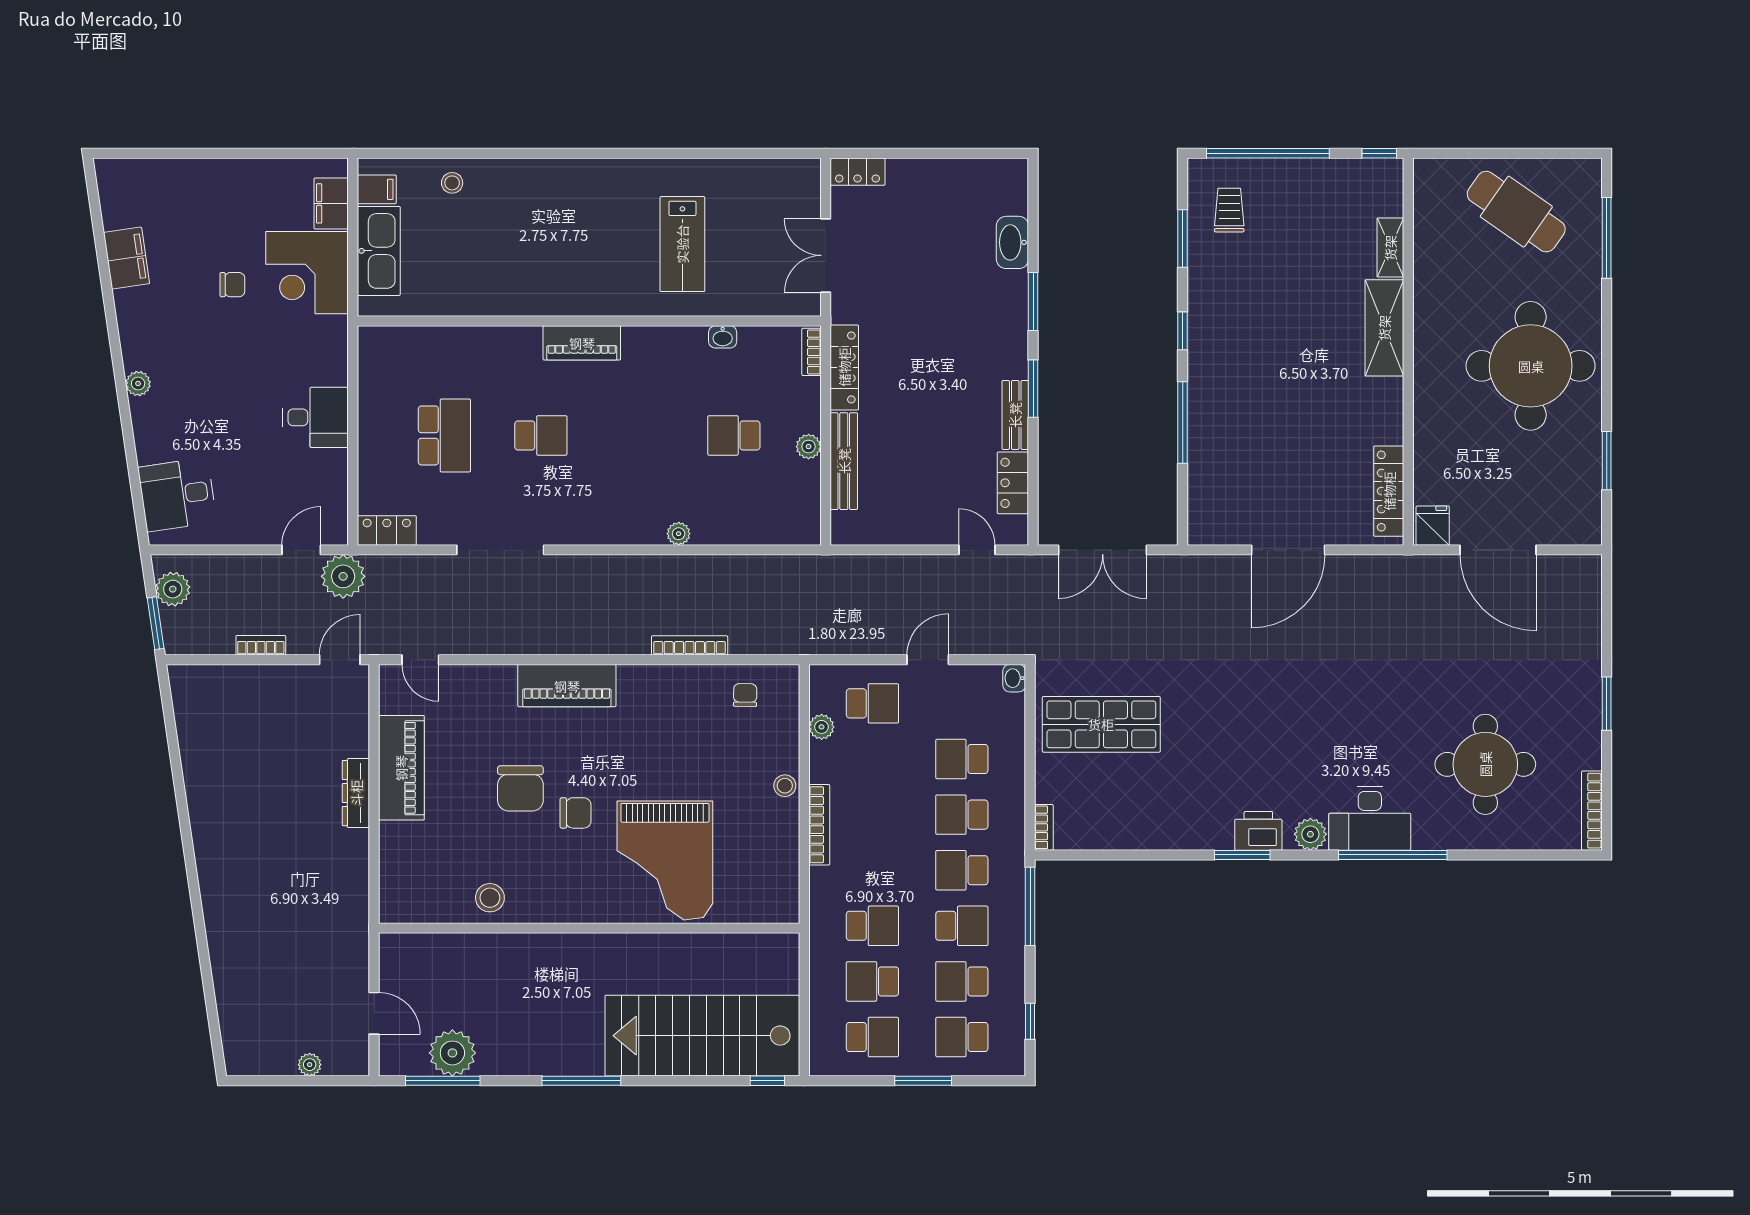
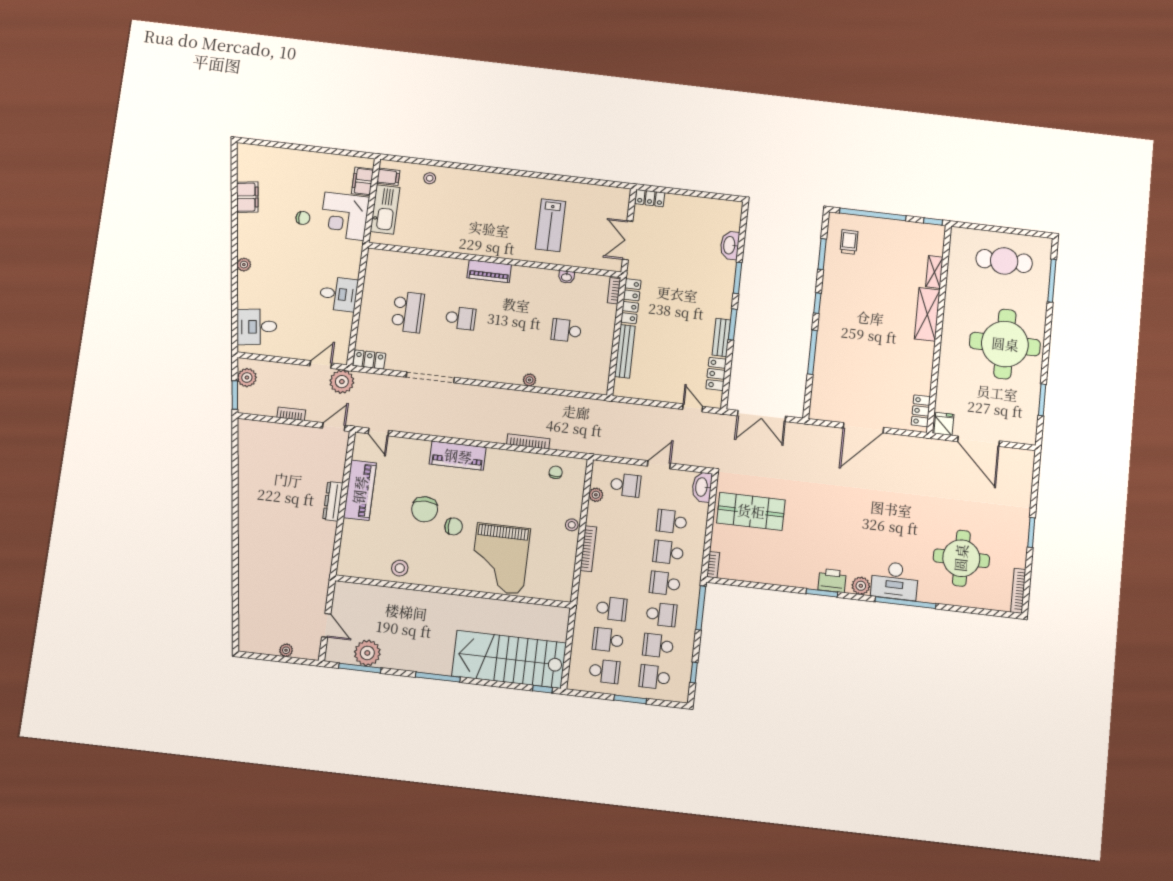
cafe table: (1516, 212) -> (1004, 261), turned -35
plant: (809, 447) -> (606, 341), removed
locker: (1389, 491) -> (921, 411), width x0.66
washbasin: (1014, 678) -> (702, 487), width x1.91, depth x1.45

